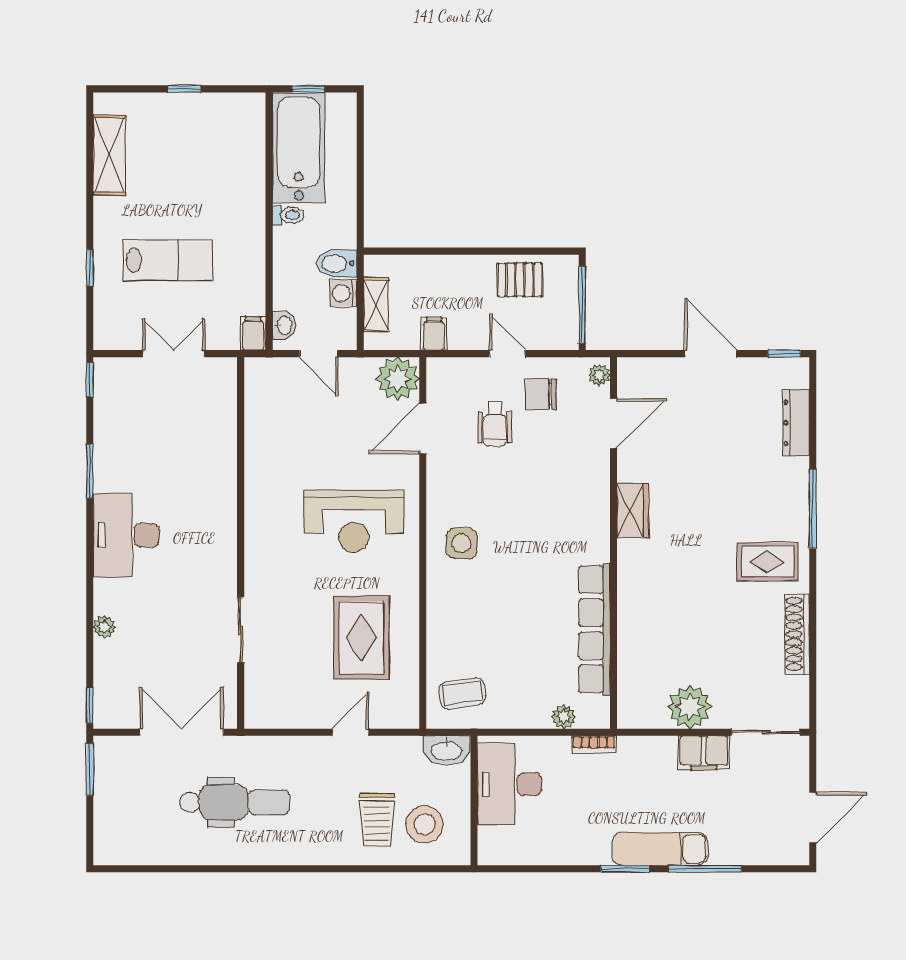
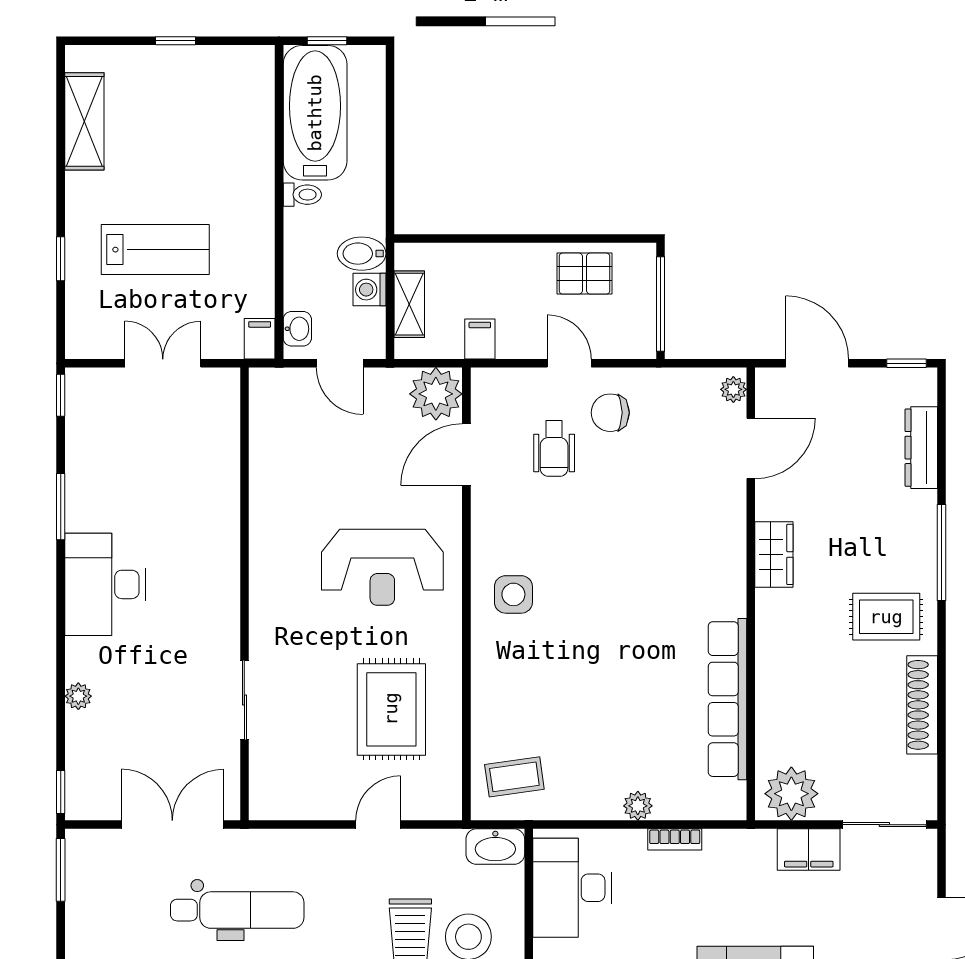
plant: (599, 375) -> (733, 389), moved
door: (614, 423) -> (751, 448), moved
wardrobe: (633, 510) -> (774, 554), moved
wall: (614, 543) -> (751, 594), moved
row of seats: (594, 629) -> (727, 699), moved

